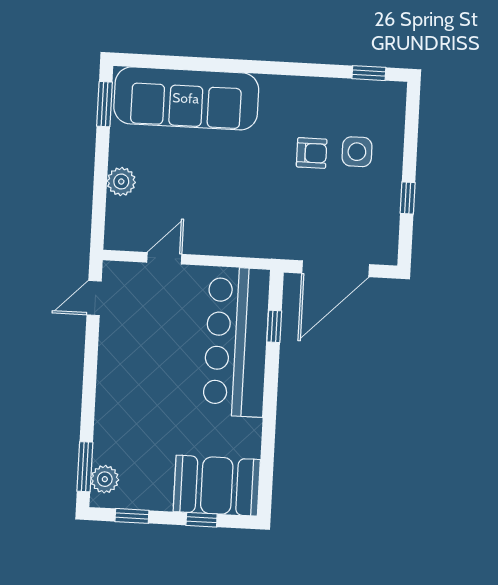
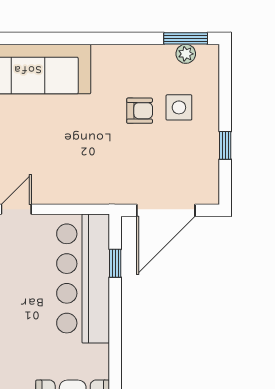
window: (369, 73) -> (186, 38), width x1.50
plant: (368, 91) -> (186, 54), added

